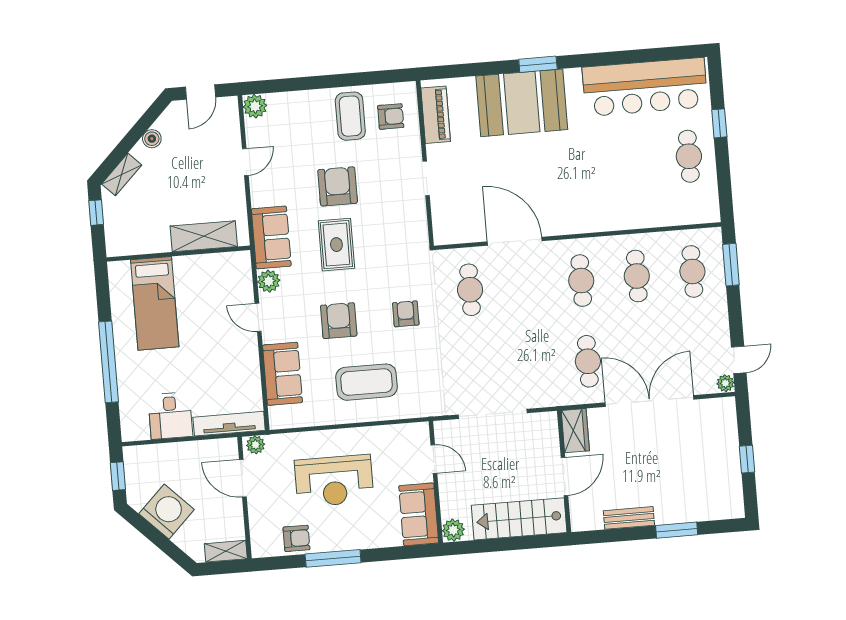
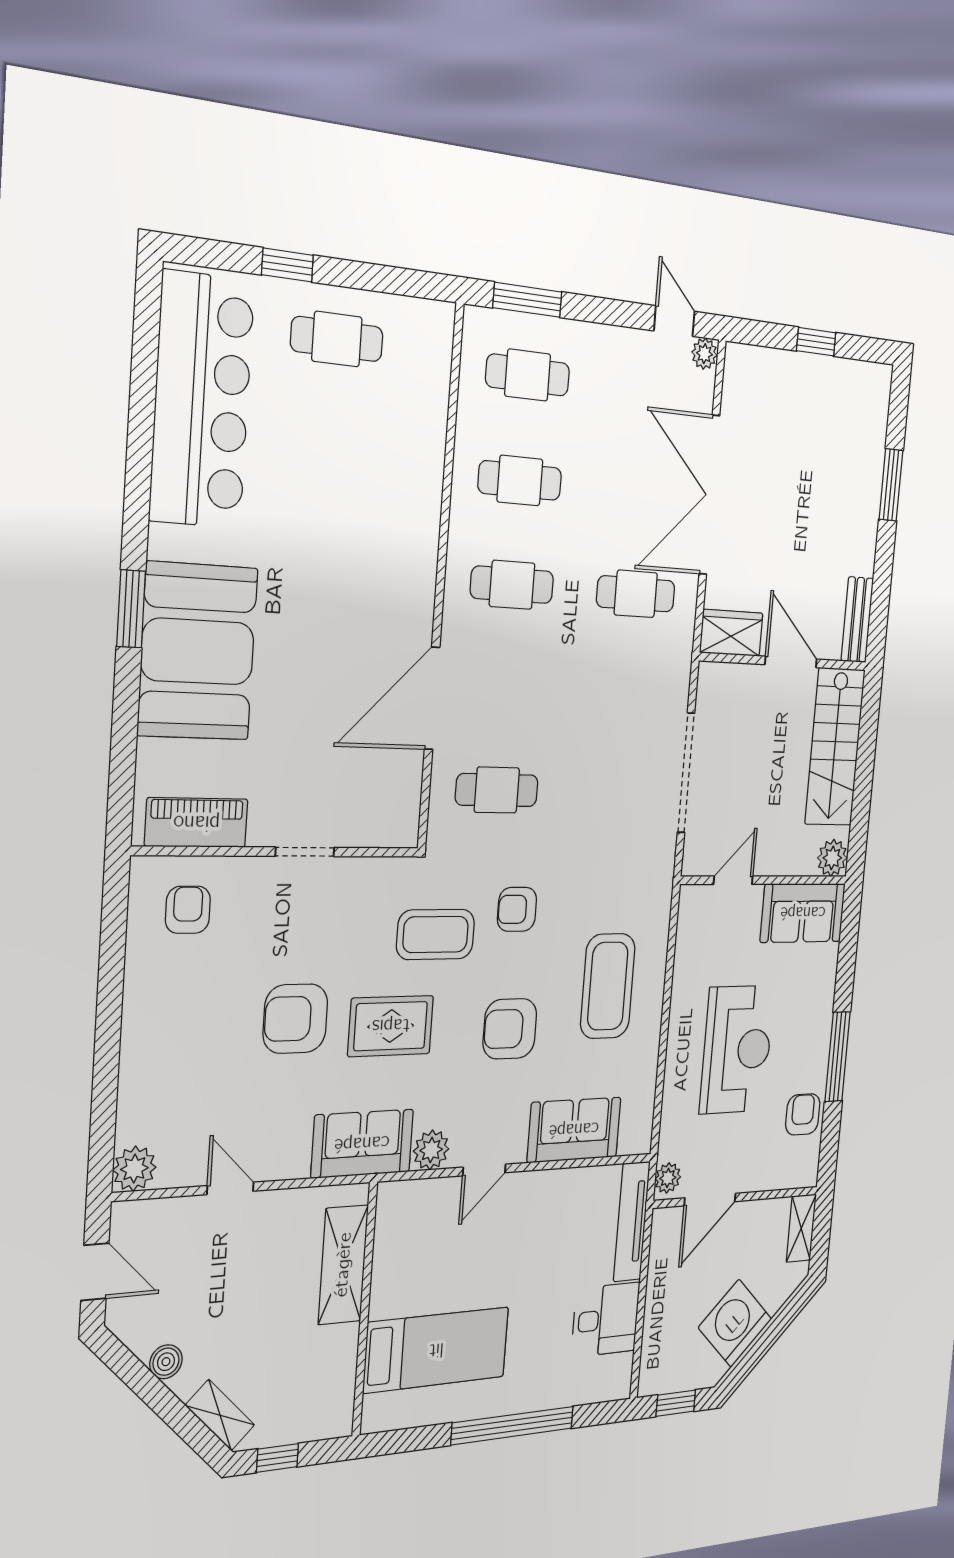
coffee table: (350, 116) -> (436, 934), moved
bench: (629, 518) -> (857, 620), moved

